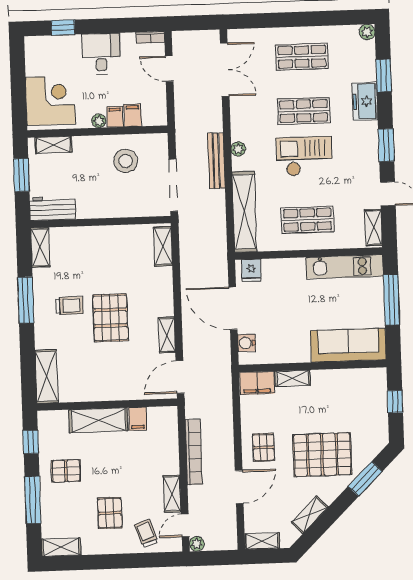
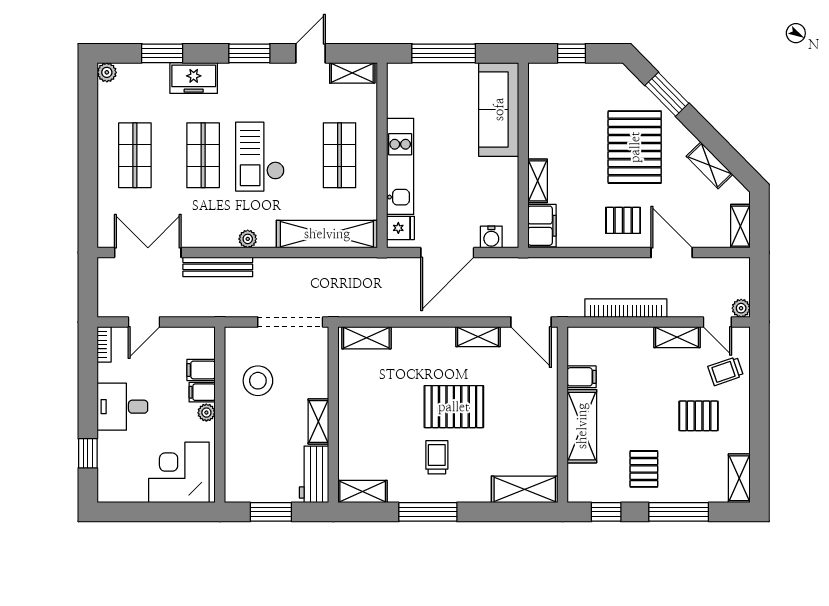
shelving: (54, 145) -> (318, 421), moved
bench: (216, 161) -> (218, 267), moved
kitchen unit: (345, 267) -> (400, 166), moved

